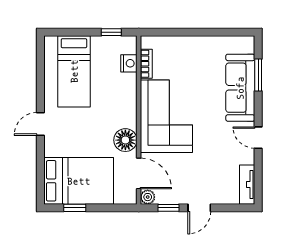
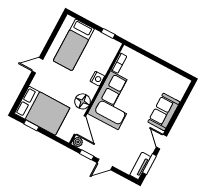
nightstand: (129, 63) -> (97, 79), moved
window: (258, 75) -> (150, 164), moved
sofa: (240, 88) -> (164, 112), width x0.73

